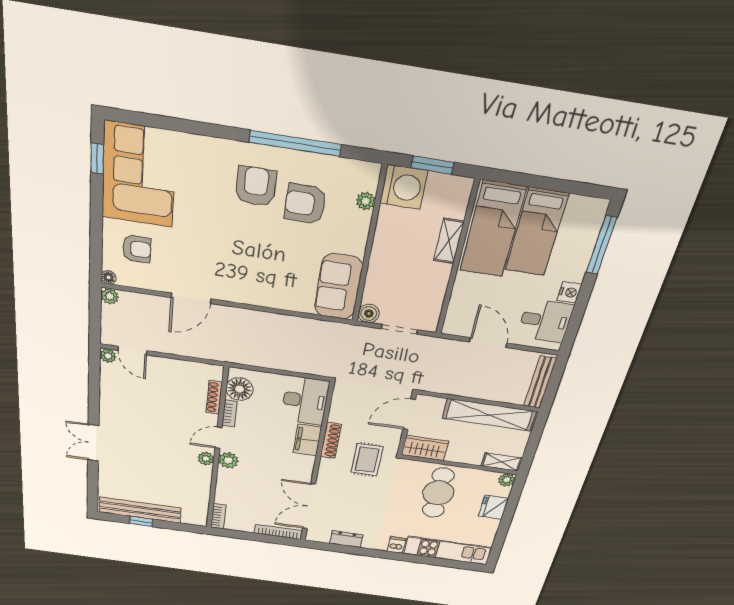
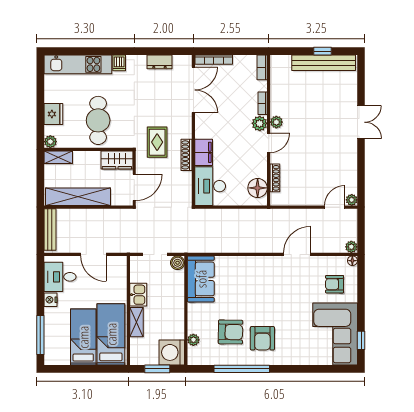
kitchen sink: (437, 279) -> (138, 295), added
door: (132, 351) -> (335, 207), hinge flipped
bookcase: (229, 414) -> (263, 103), moved

